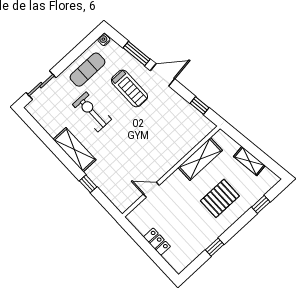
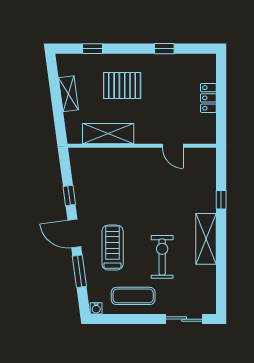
window: (200, 105) -> (69, 195), moved
exercise bike: (92, 112) -> (162, 257), turned 180

